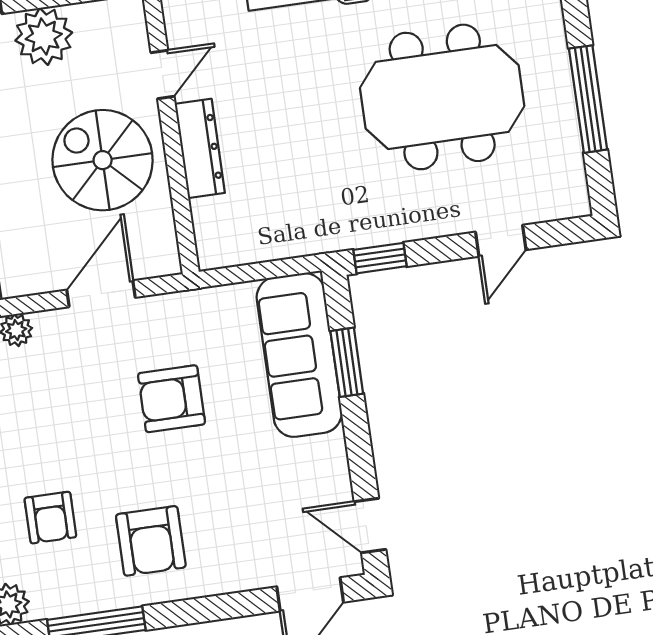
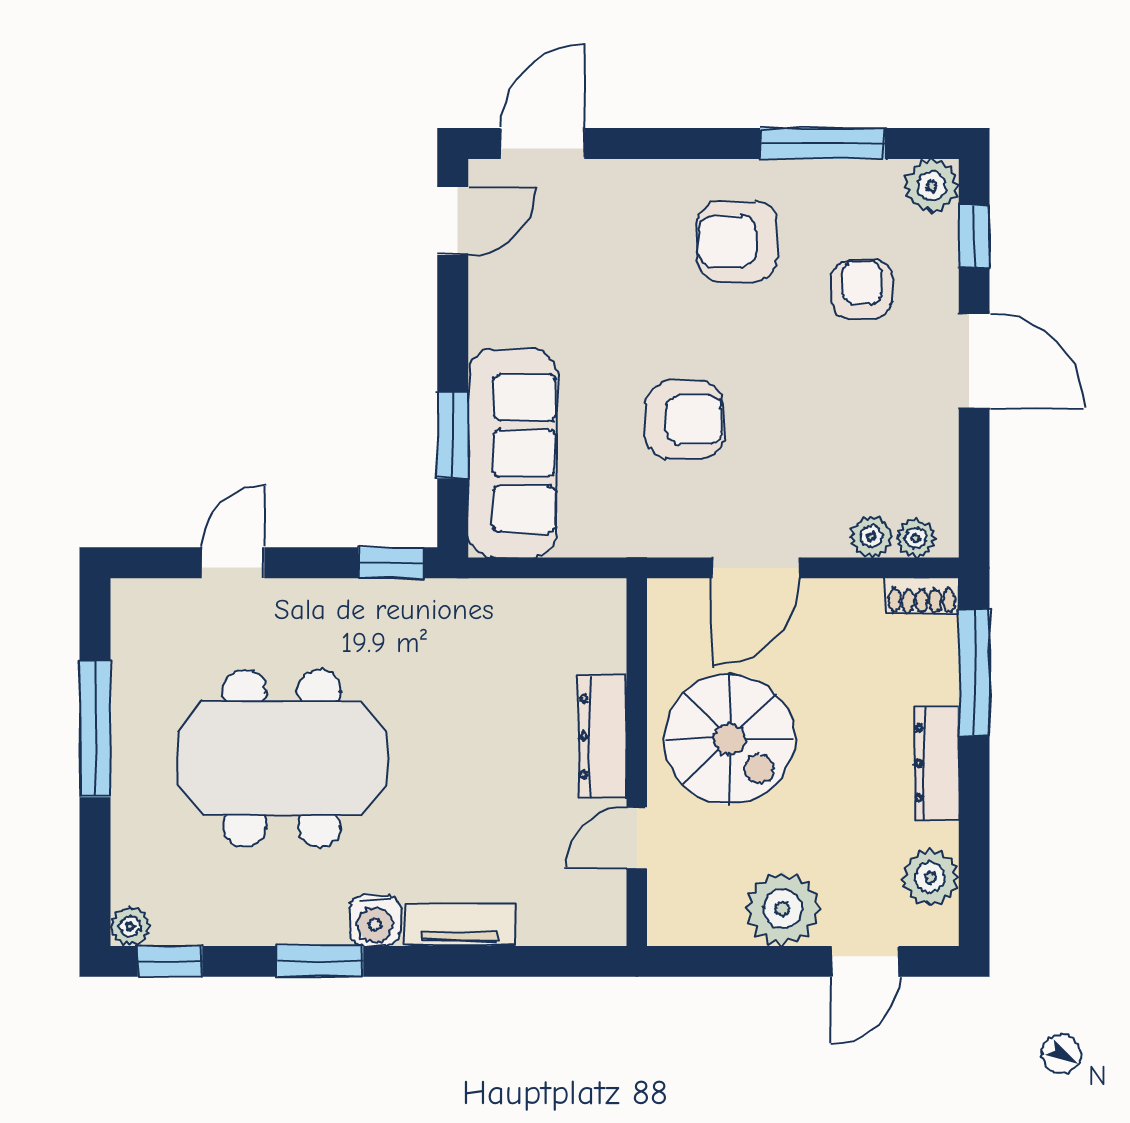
door: (370, 526) -> (453, 221), hinge flipped
armchair: (151, 541) -> (737, 241), turned -90

